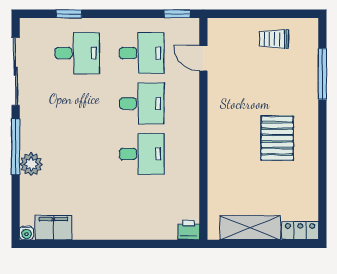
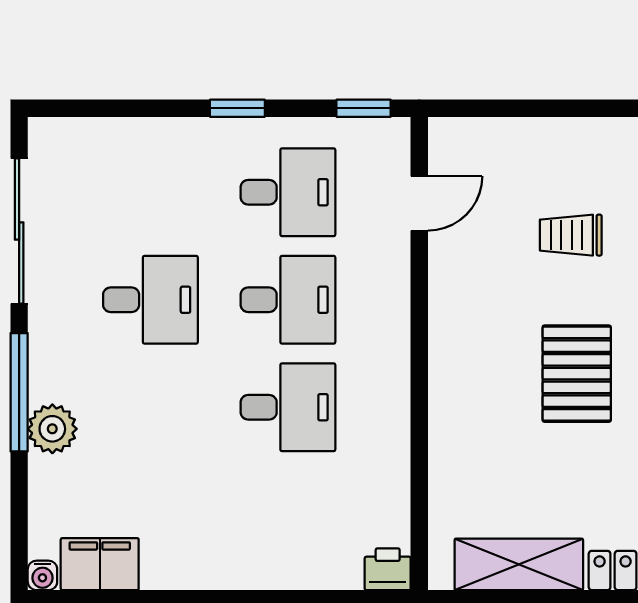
window: (69, 14) -> (237, 108), moved
trolley: (274, 39) -> (571, 235), moved
desk: (77, 53) -> (150, 300), moved
door: (203, 58) -> (419, 203), swing flipped

